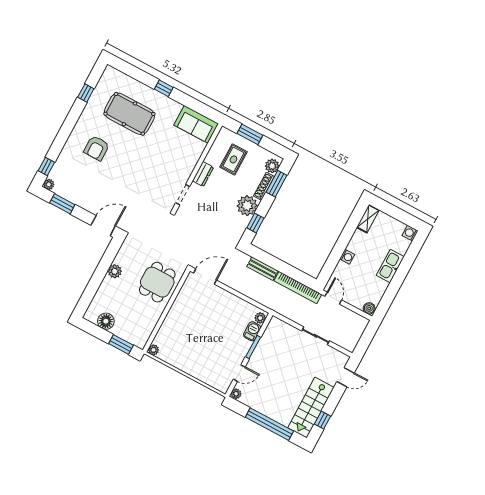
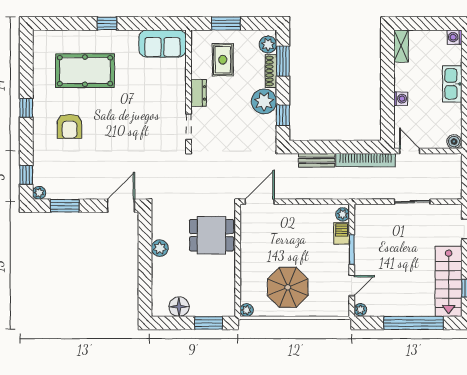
window: (86, 93) -> (26, 108), moved
dining table: (157, 282) -> (212, 235), turned 90
parasol: (192, 349) -> (288, 287), added

